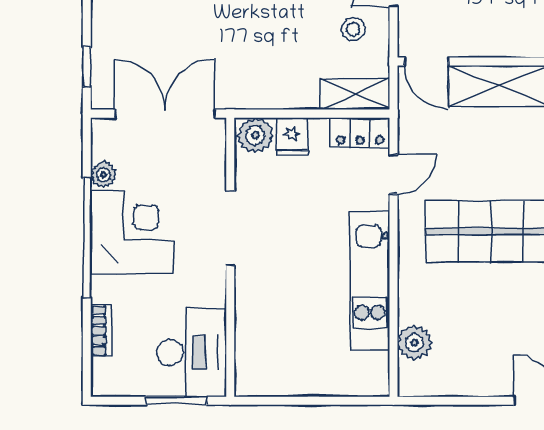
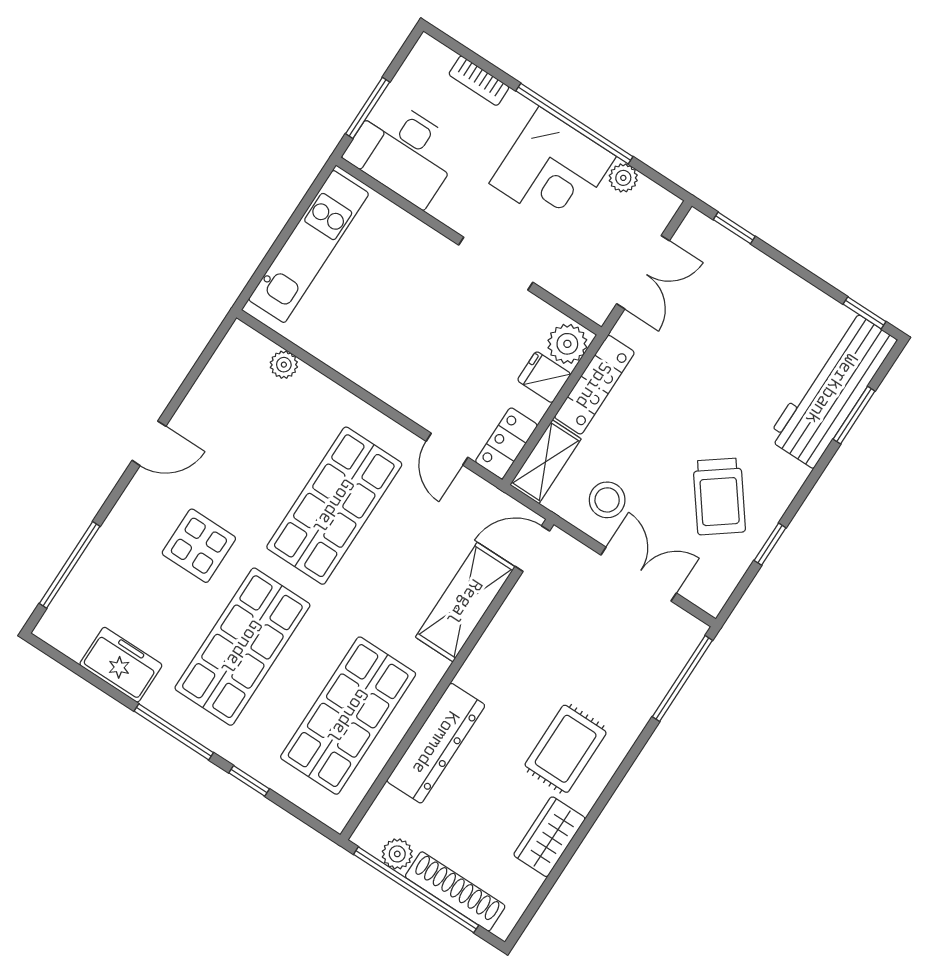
stool: (353, 29) -> (607, 500), width x1.37, depth x1.37
locker: (273, 95) -> (594, 385), added
double door: (165, 114) -> (643, 272), width x0.73
kitchen unit: (370, 281) -> (309, 247), moved, turned 90
plant: (414, 343) -> (284, 365), width x0.73, depth x0.73

